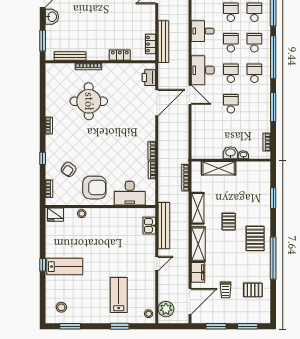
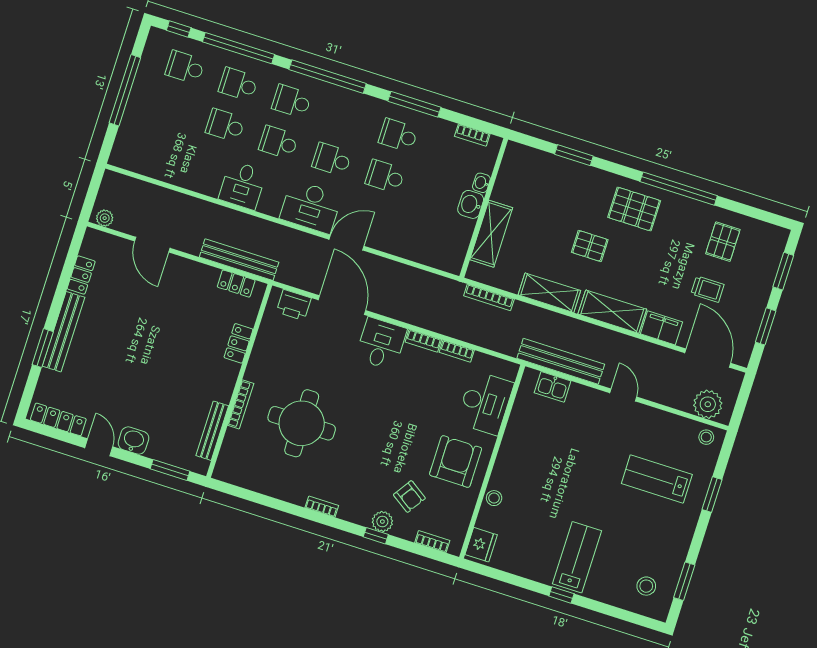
school desk: (254, 73) -> (398, 135), moved
desk: (143, 129) -> (381, 344), added
plant: (51, 160) -> (382, 522), added

